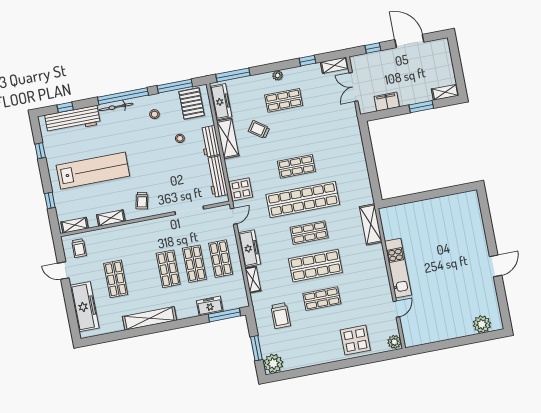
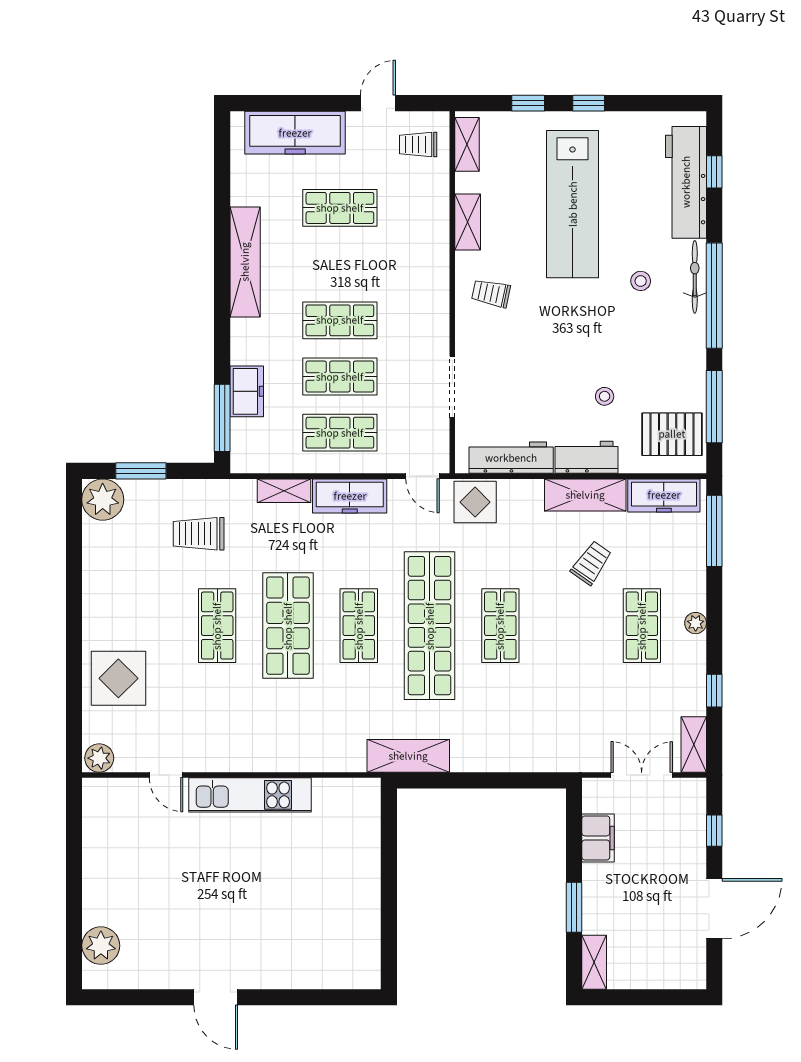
stool: (154, 114) -> (641, 281), moved
window: (40, 151) -> (589, 103), moved
shelving: (371, 224) -> (408, 756), moved

